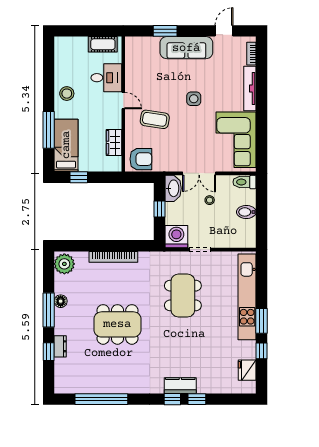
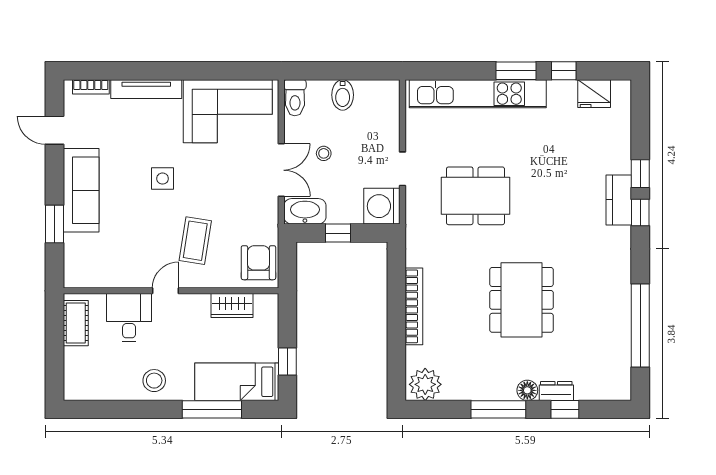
floor lamp: (61, 301) -> (527, 390), moved

